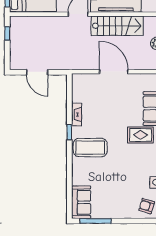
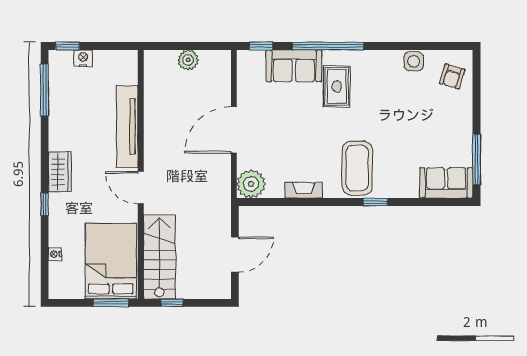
stairs: (117, 26) -> (159, 257), moved
plant: (81, 82) -> (251, 184), added
window: (69, 132) -> (375, 202), moved

